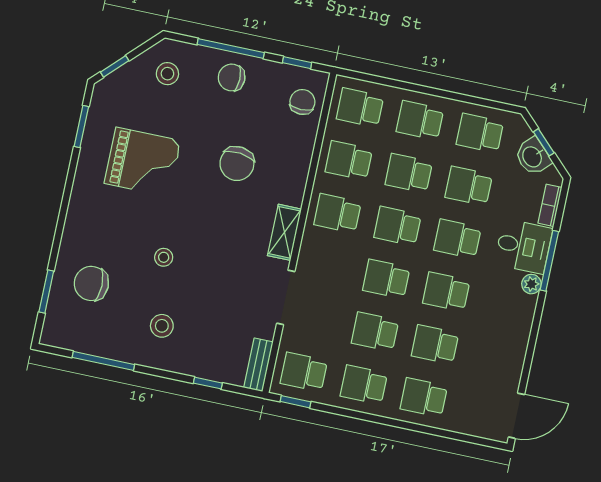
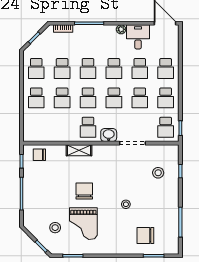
stool: (167, 74) -> (55, 228), moved
chair: (232, 77) -> (35, 190), removed
school desk: (360, 108) -> (36, 127), removed
washbasin: (533, 156) -> (109, 135), moved, turned -135
school desk: (349, 160) -> (62, 127), removed
grand piano: (143, 162) -> (83, 224), turned 180
chair: (237, 164) -> (84, 191), moved, turned -96
shelving: (284, 232) -> (79, 150), moved
desk: (523, 246) -> (138, 37), moved
chair: (91, 283) -> (145, 236), turned 90
plant: (531, 284) -> (121, 29), moved
stool: (162, 326) -> (158, 173), moved
bench: (258, 365) -> (167, 149), removed

